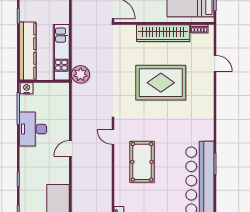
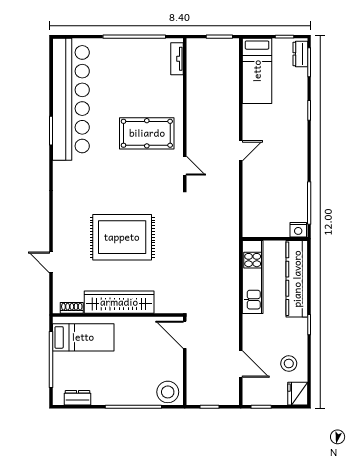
plant: (81, 74) -> (227, 248), removed
desk: (33, 129) -> (290, 176), removed
pool table: (142, 162) -> (147, 133), turned 90

